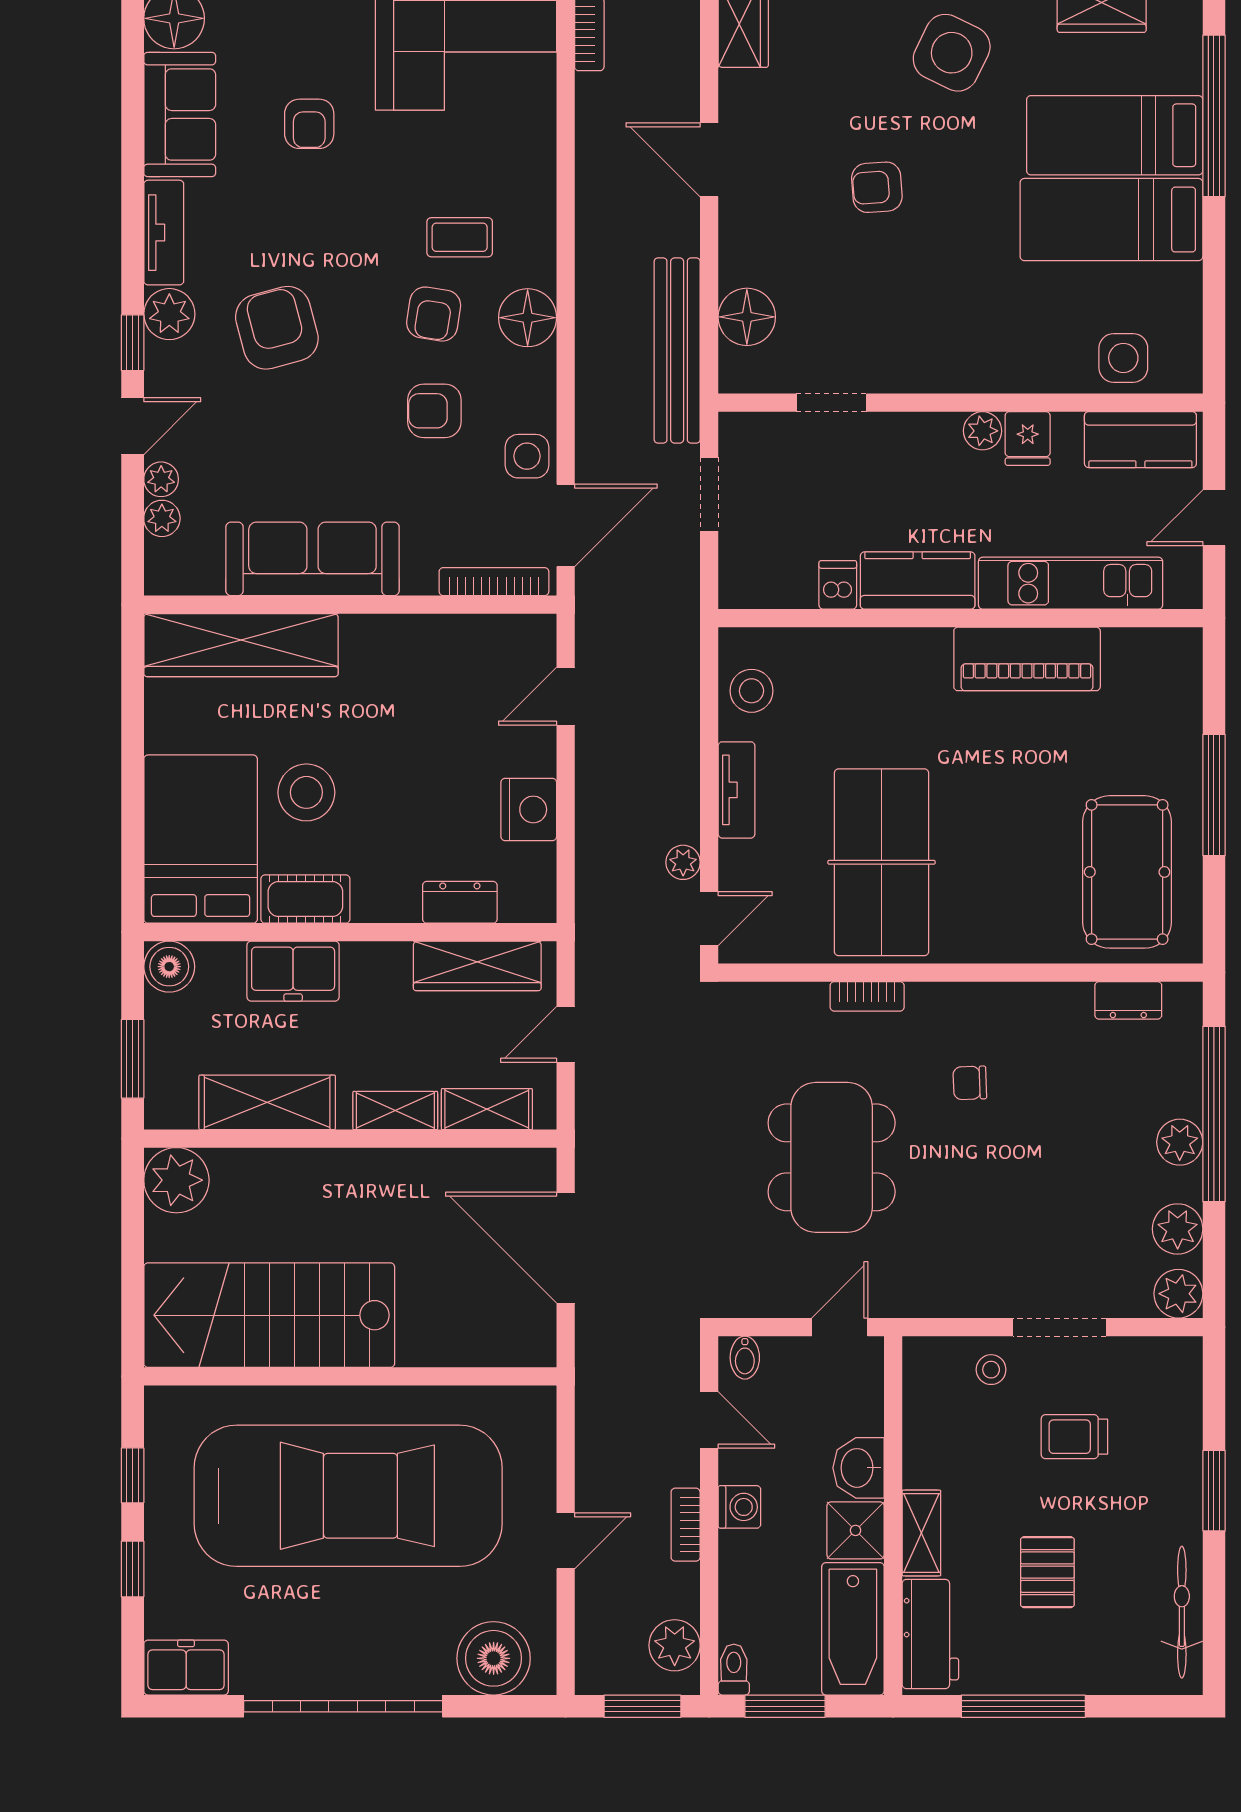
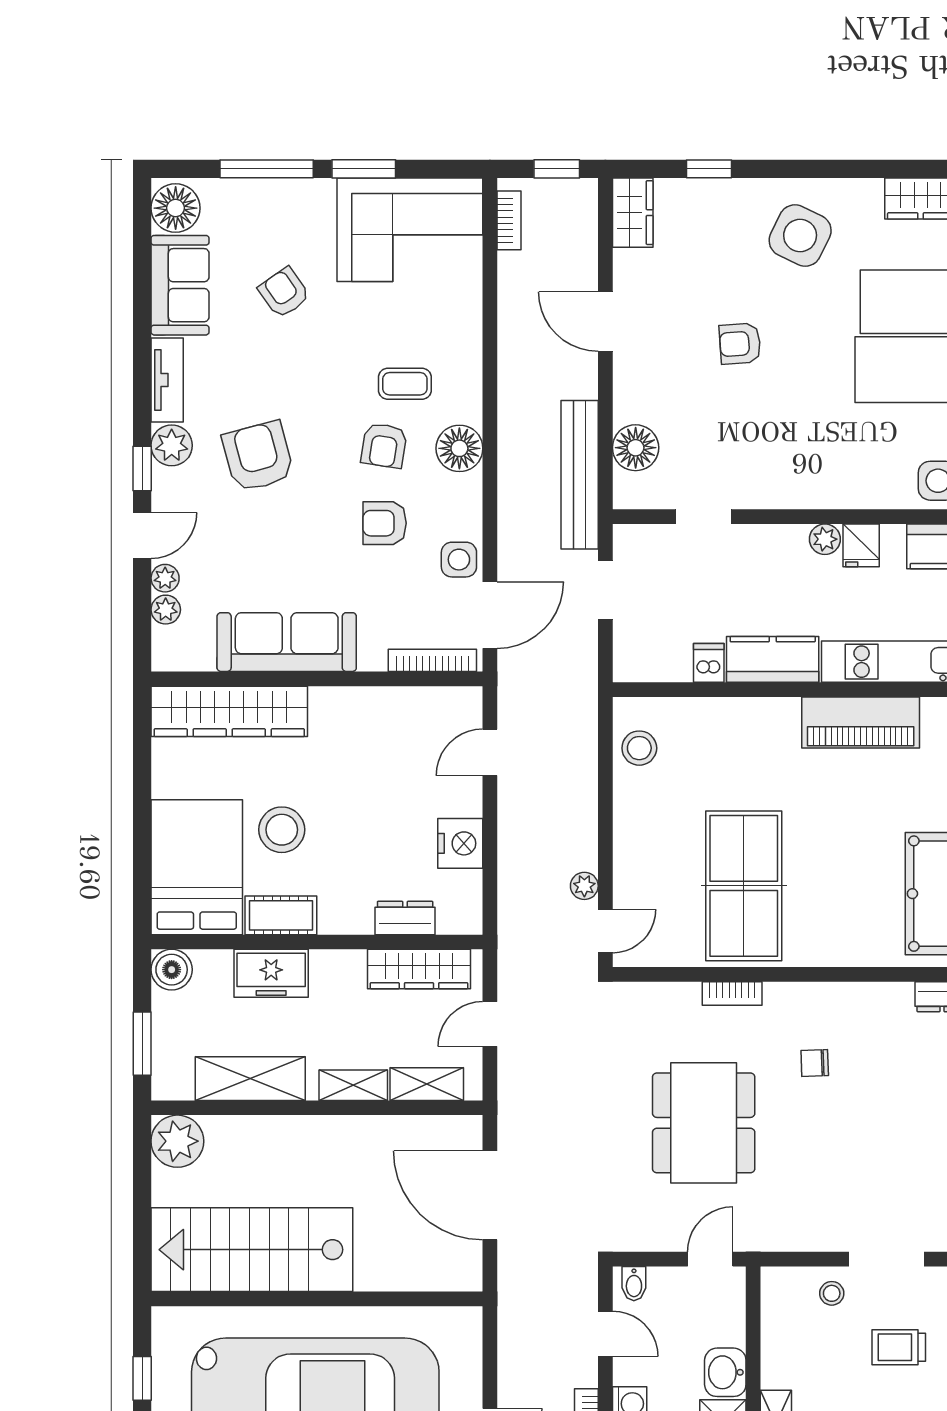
armchair: (309, 124) -> (284, 293), turned 145
tv unit: (737, 790) -> (627, 828), removed

